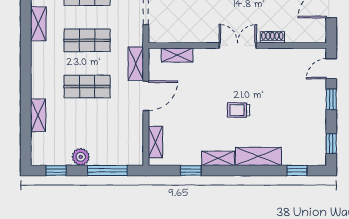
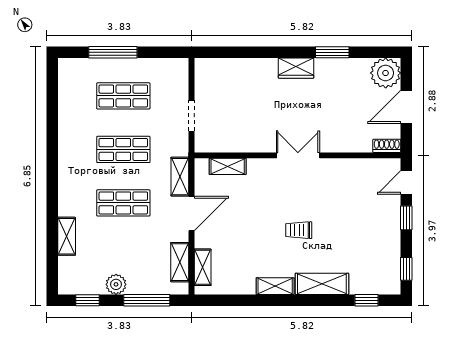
shelving: (38, 24) -> (180, 262), moved
shoe rack: (272, 37) -> (387, 146), moved
window: (191, 170) -> (244, 300), removed

